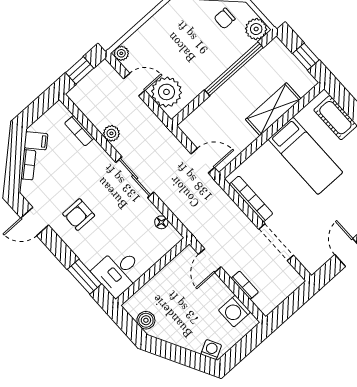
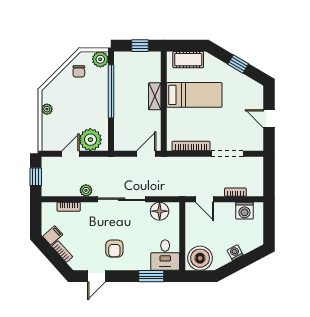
plant: (121, 53) -> (47, 109), moved
shelving: (273, 109) -> (155, 96), width x0.67, depth x0.75
sliding door: (135, 177) -> (122, 199), width x1.37
floor lamp: (161, 222) -> (160, 211), width x1.89, depth x1.89
boiler: (146, 320) -> (200, 258), width x1.86, depth x1.86
washing machine: (211, 350) -> (235, 253), moved

